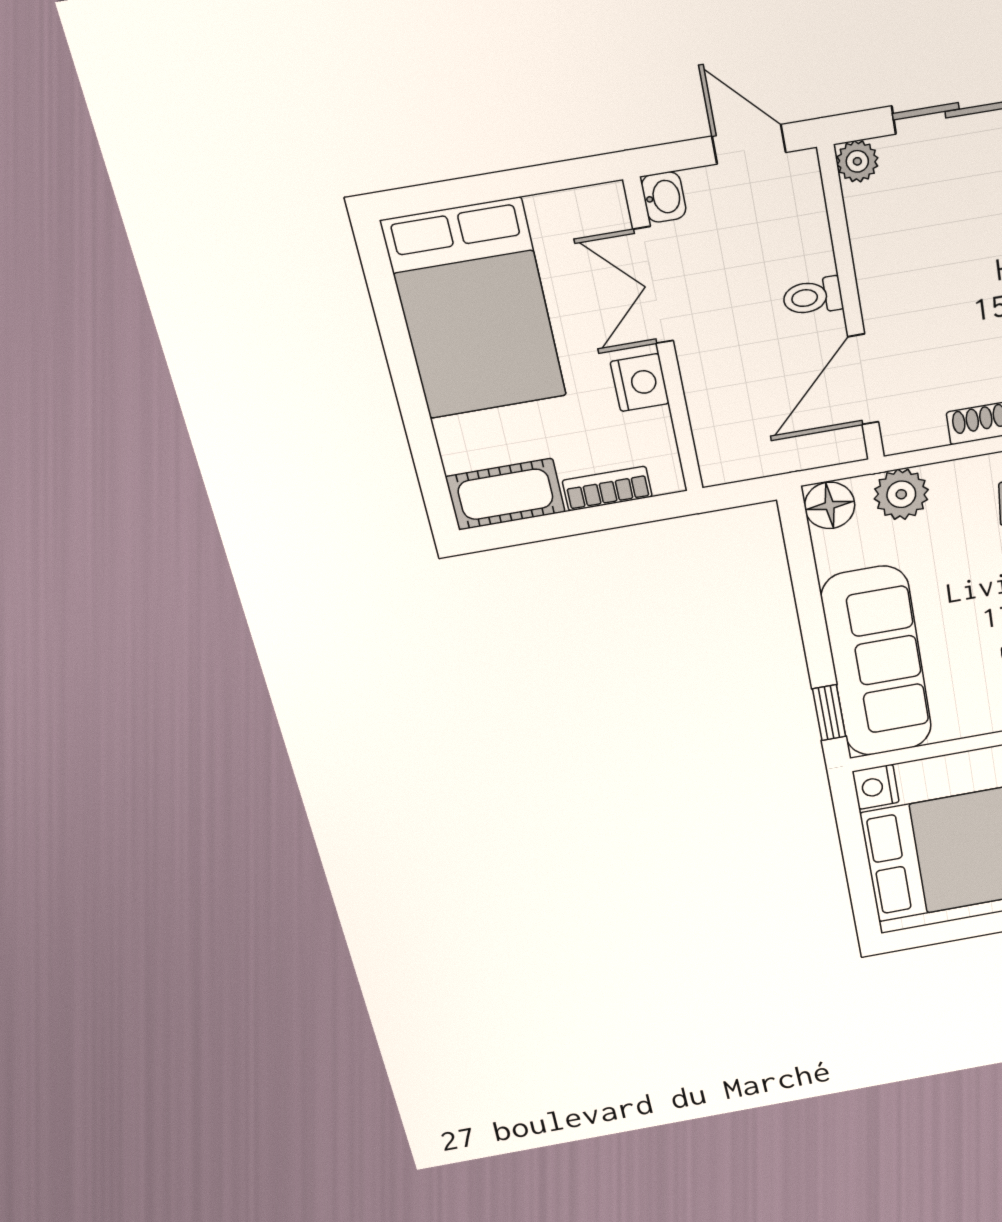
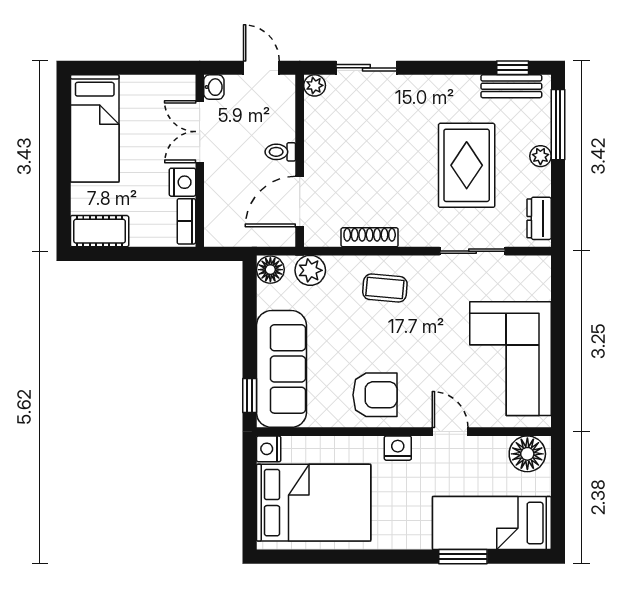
bed: (475, 310) -> (95, 128), width x0.67
bookcase: (607, 489) -> (186, 221), moved, turned -90

